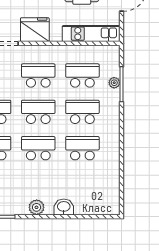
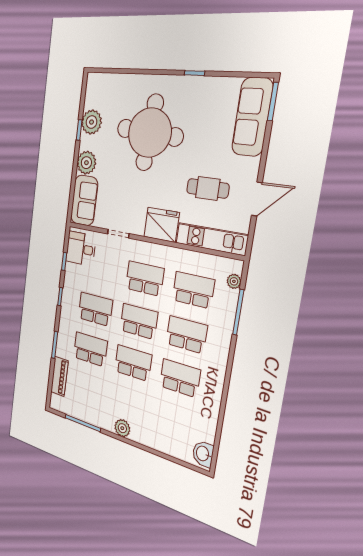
fridge: (35, 30) -> (162, 225), moved
plant: (114, 83) -> (234, 281), moved
washbasin: (64, 207) -> (203, 454), moved, turned -90

